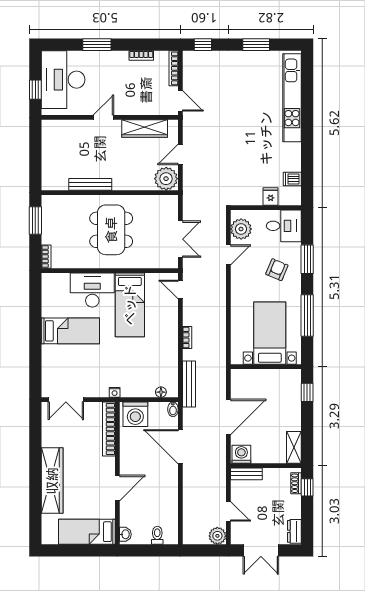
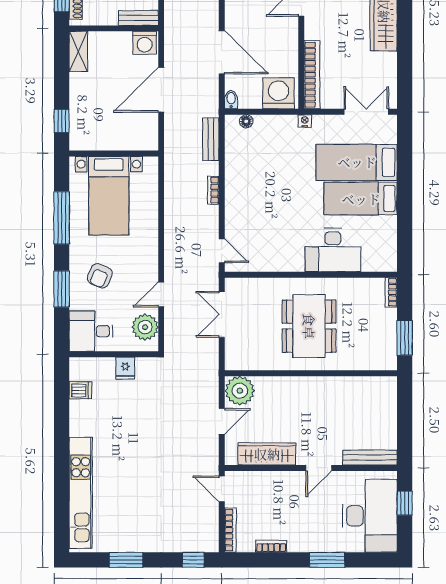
bench: (90, 184) -> (370, 458), moved
fridge: (271, 196) -> (125, 368), moved
bed: (130, 305) -> (357, 162), moved, turned -90
bench: (189, 384) -> (211, 139), width x0.73

